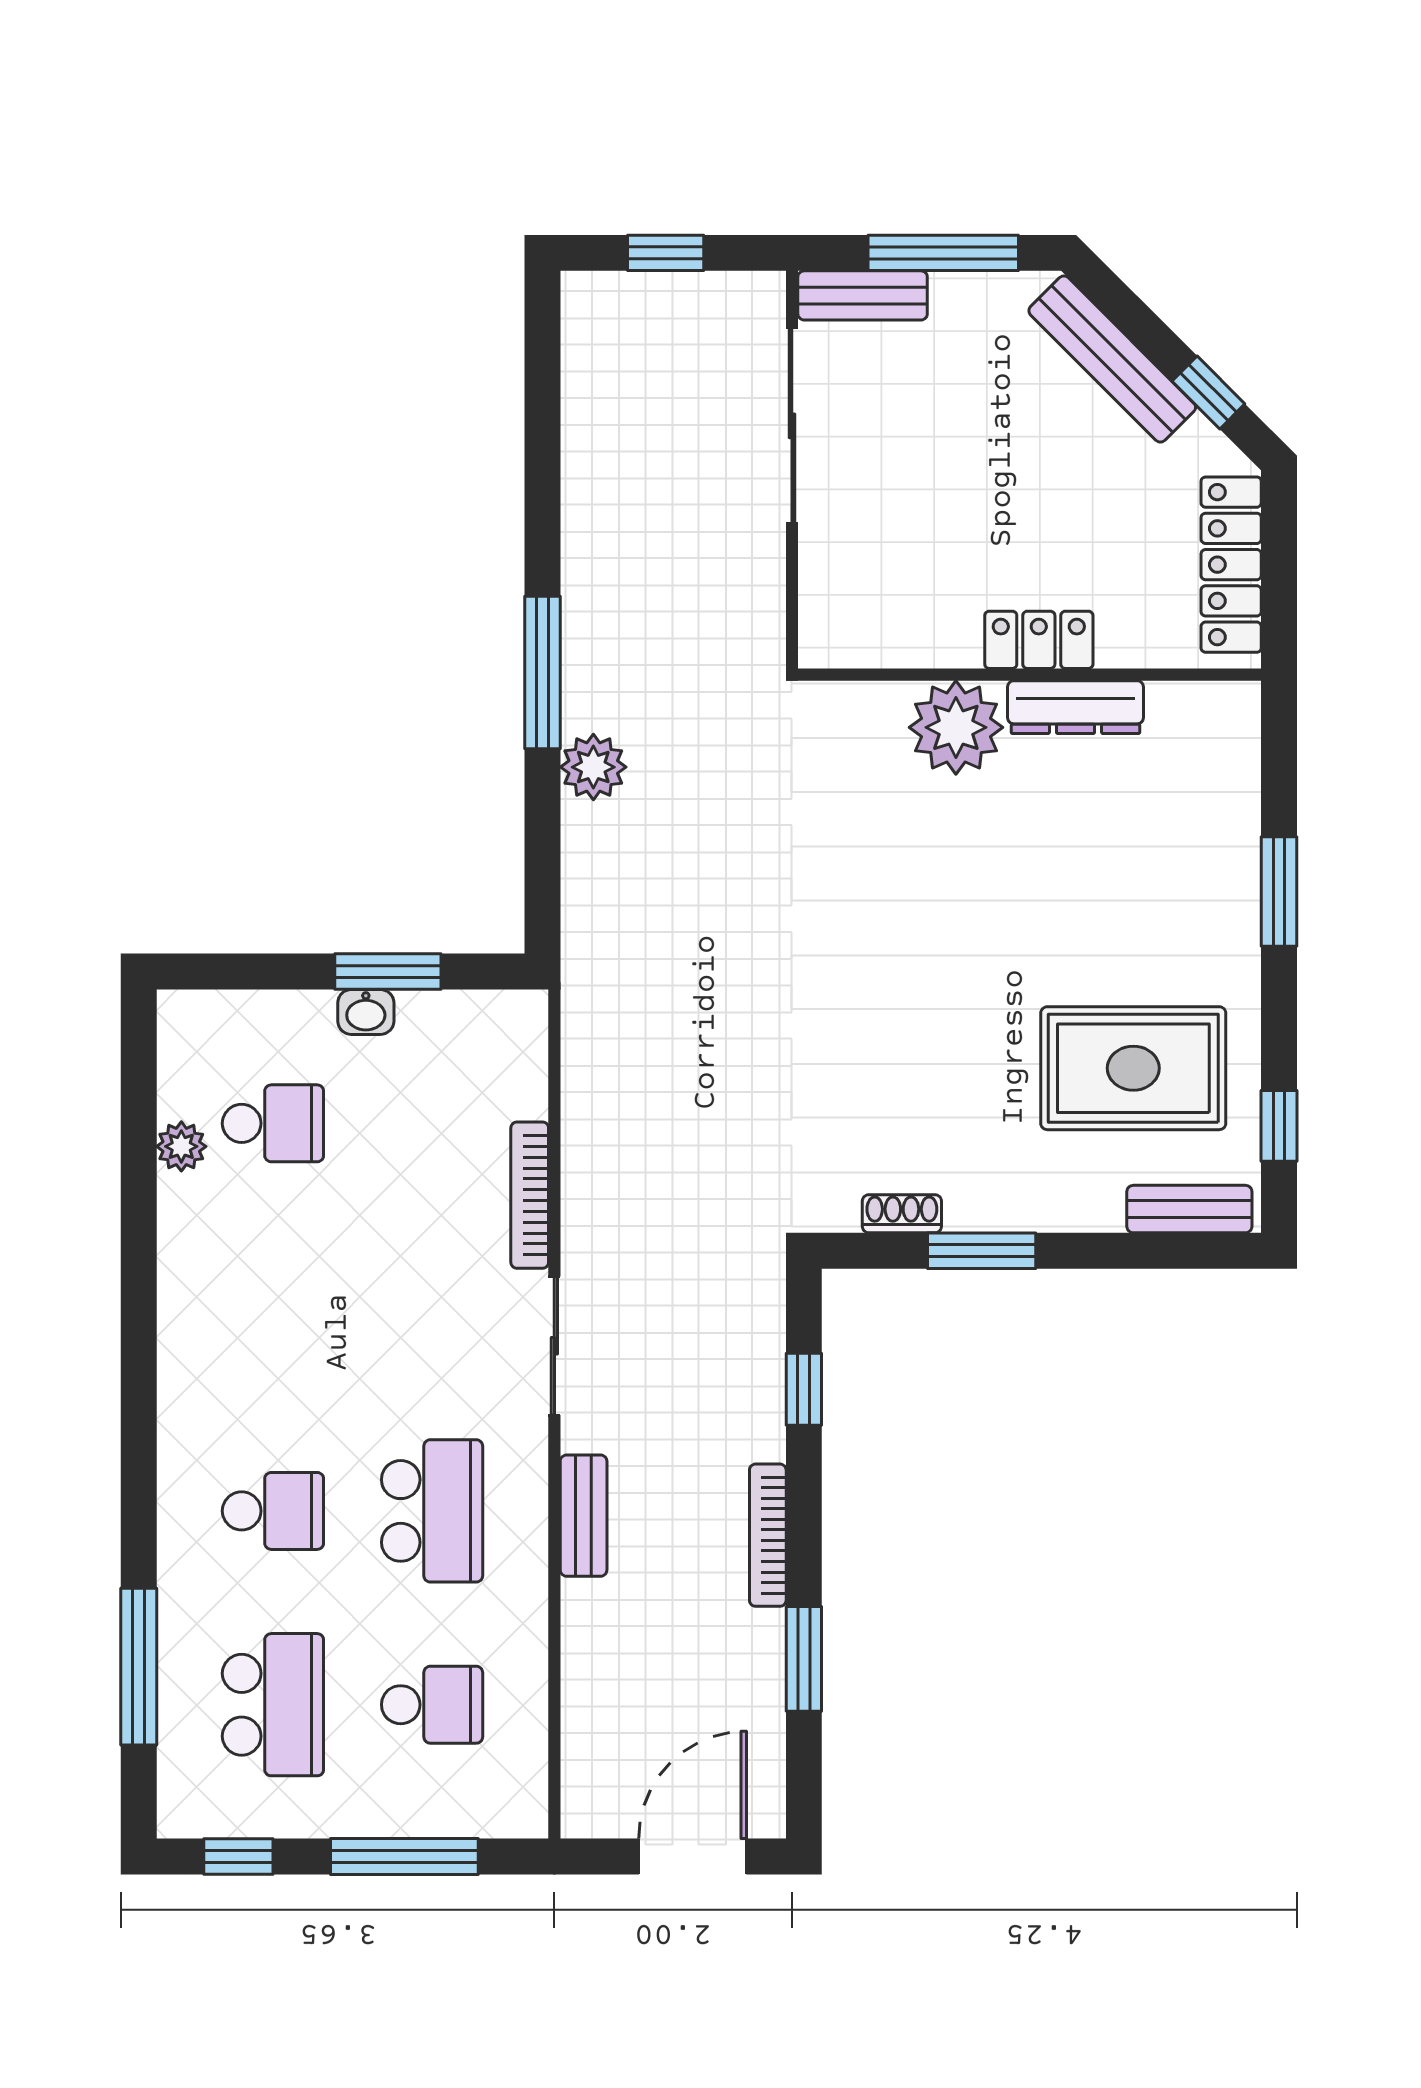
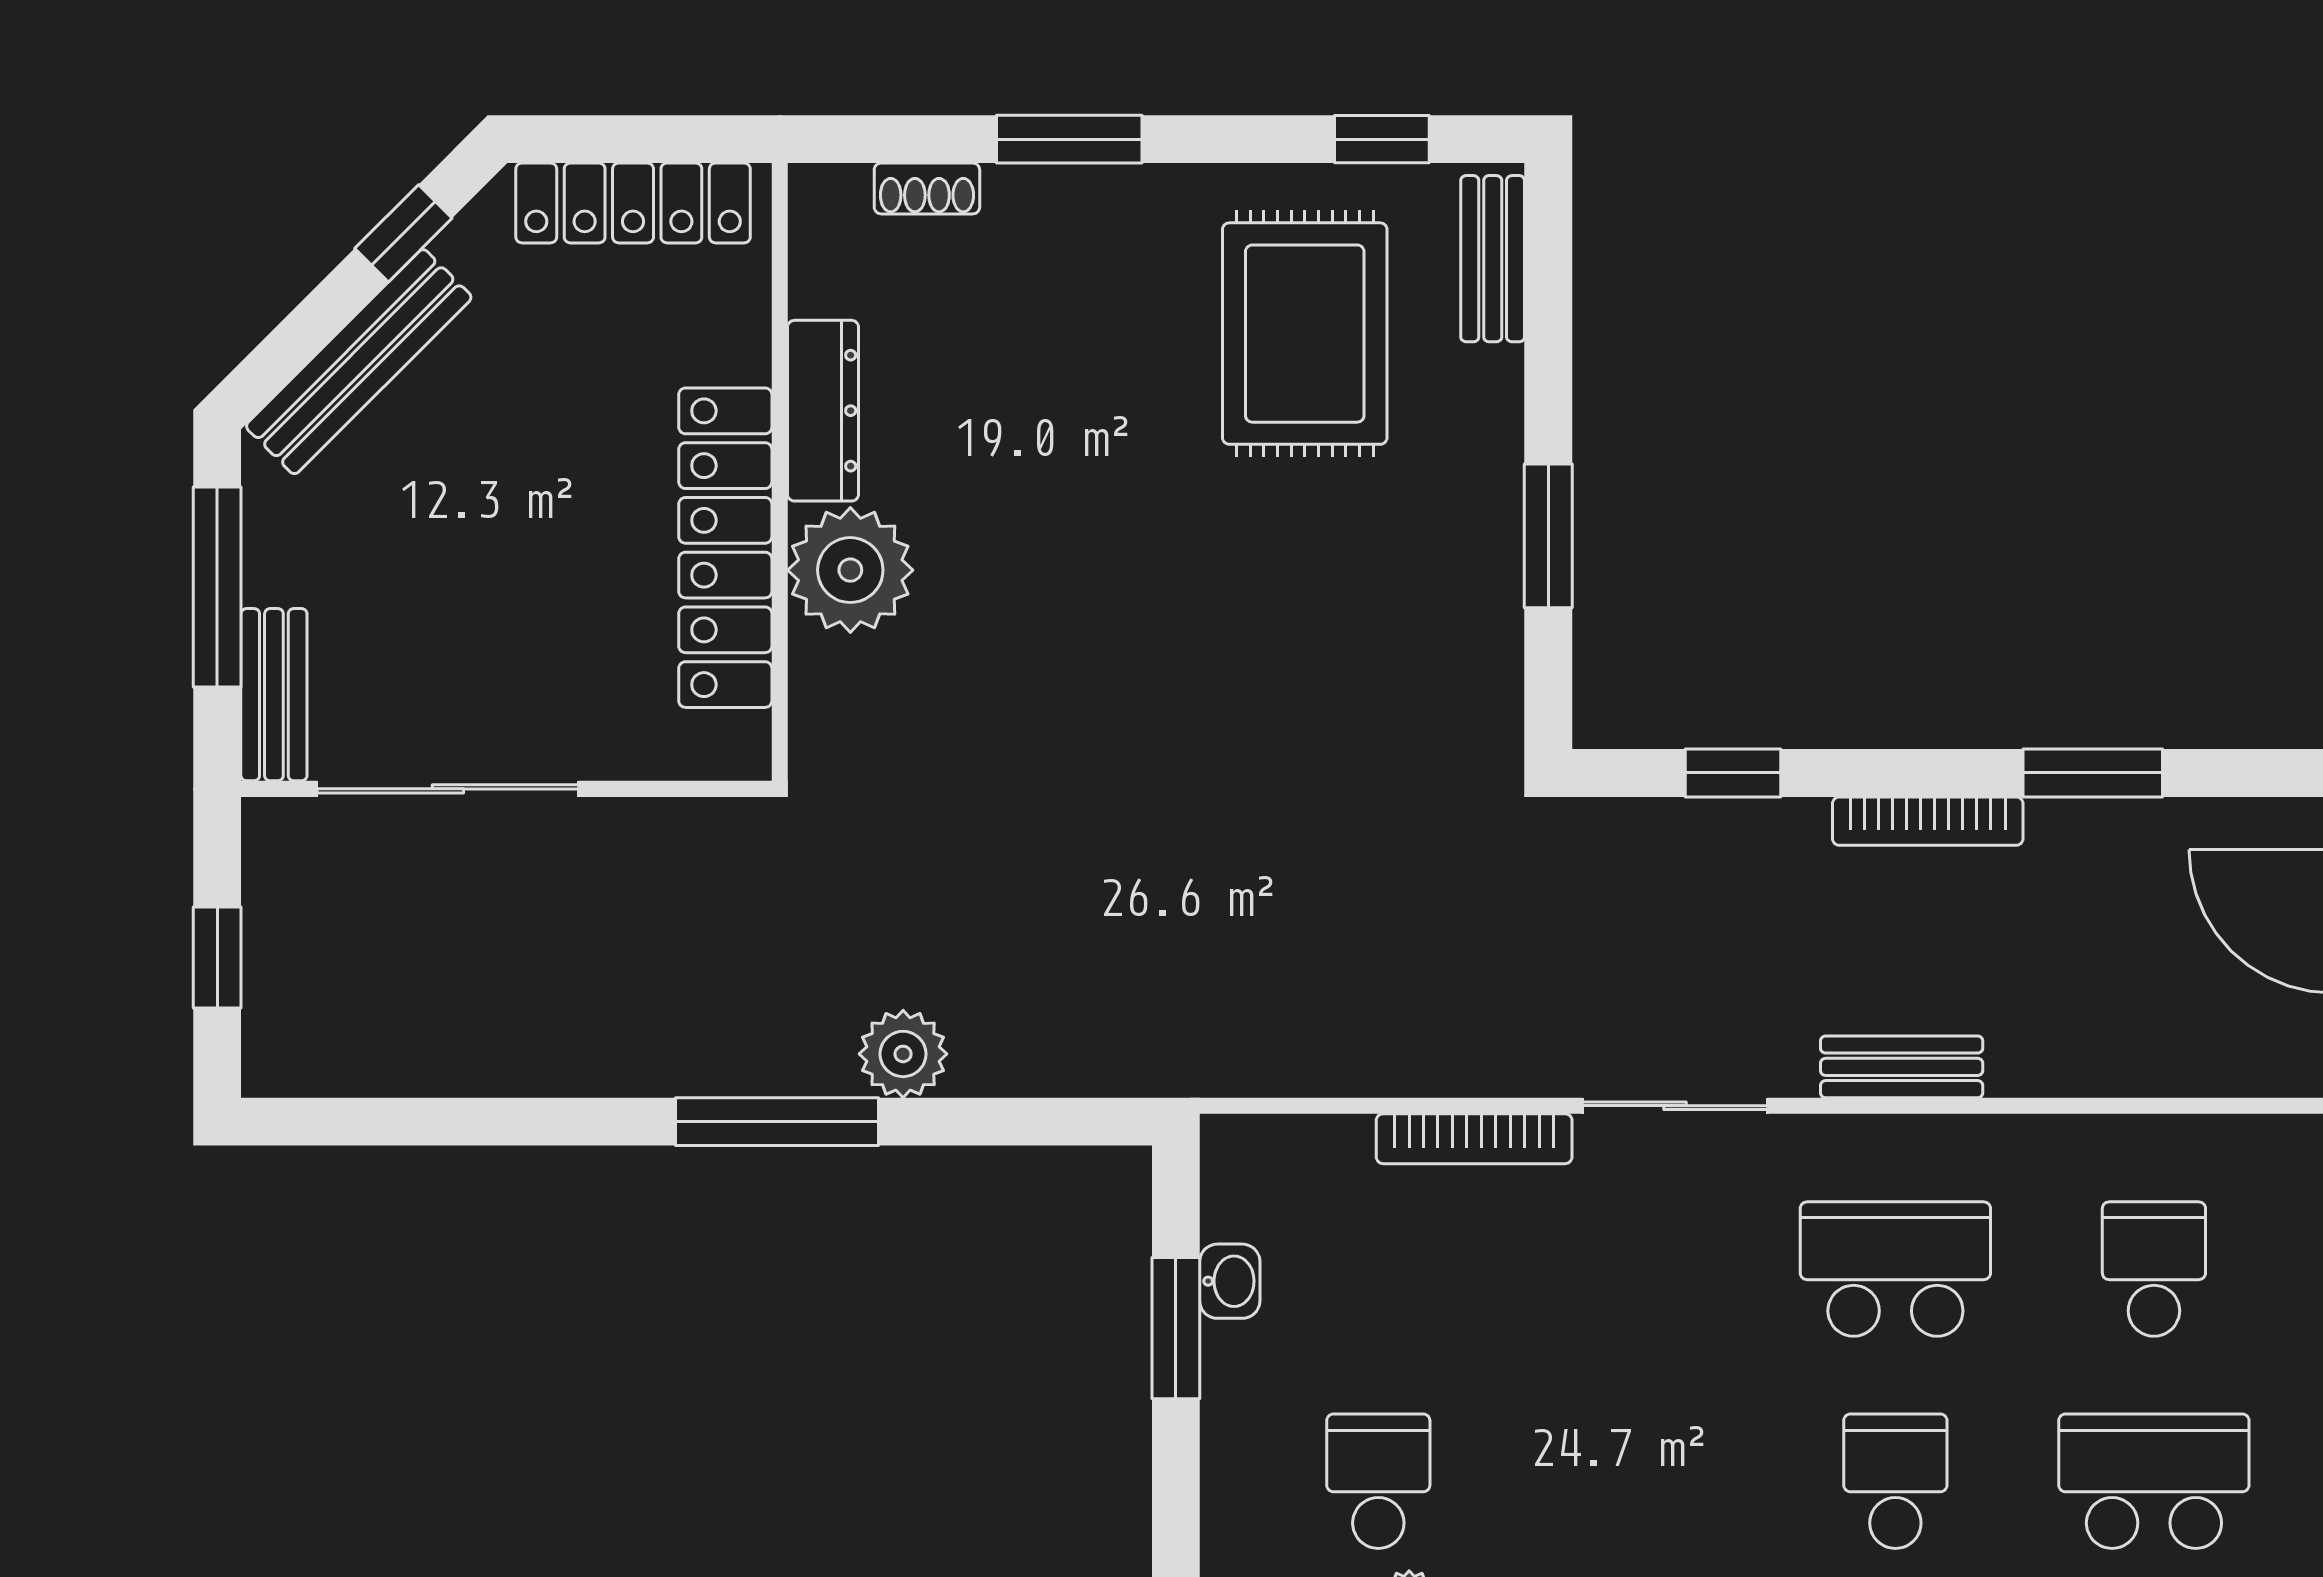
locker: (1039, 640) -> (725, 548), width x2.16, depth x1.21
washbasin: (366, 1012) -> (1230, 1281), moved
shoe rack: (902, 1214) -> (927, 188), moved, turned -90

